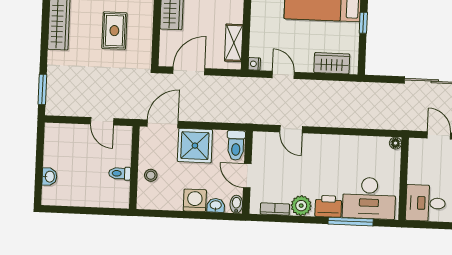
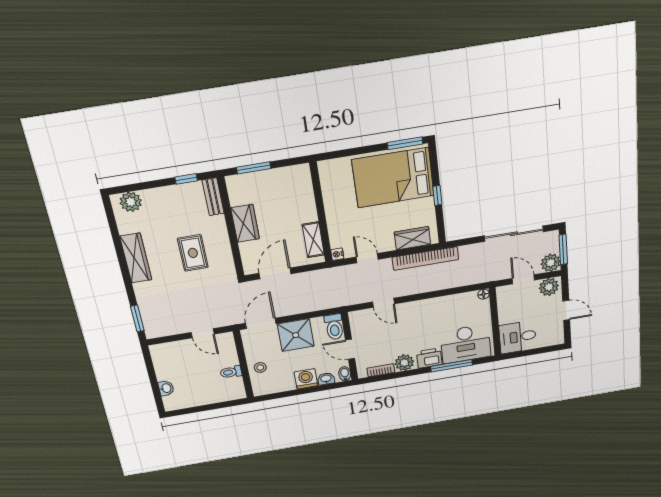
bookcase: (342, 89) -> (425, 258), added

